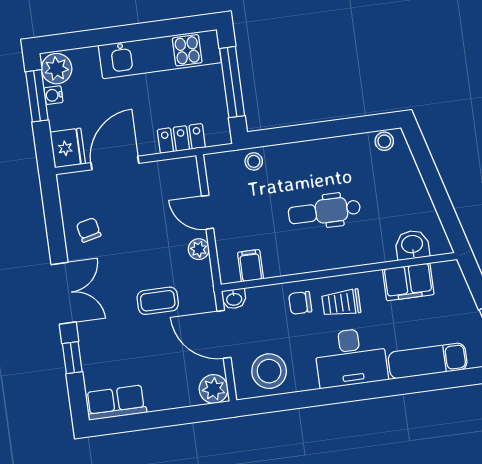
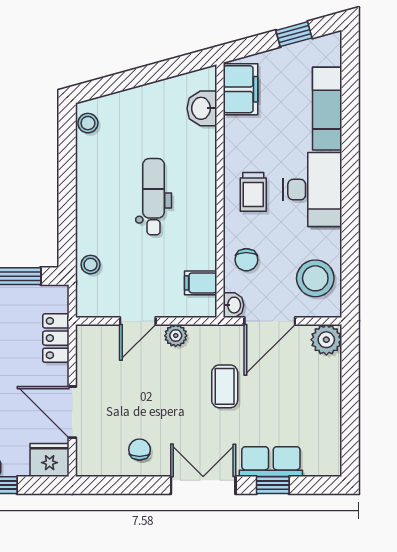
dental chair: (324, 211) -> (154, 197), turned 180
chair: (89, 230) -> (140, 450), turned 103
filing cabinet: (408, 282) -> (241, 89), moved
chair: (300, 303) -> (246, 260), moved
row of seats: (116, 402) -> (271, 462), moved, turned 90

